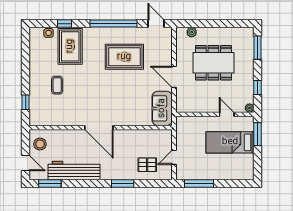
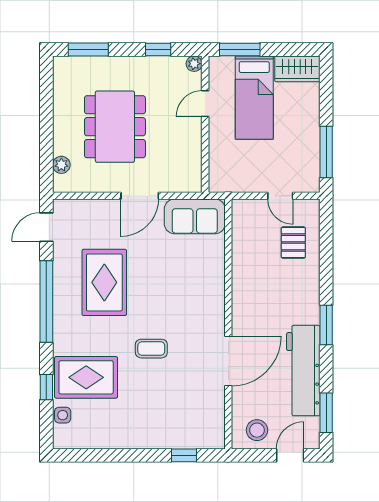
coffee table: (57, 85) -> (151, 349), moved
door: (99, 128) -> (228, 361), moved
wardrobe: (247, 167) -> (297, 69), added
window: (123, 184) -> (326, 325), moved

